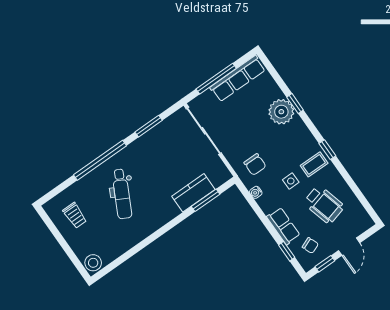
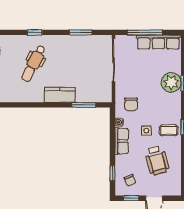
window: (100, 160) -> (35, 32), width x0.32
kitchen counter: (193, 193) -> (60, 95), moved
row of seats: (283, 226) -> (122, 141), moved

